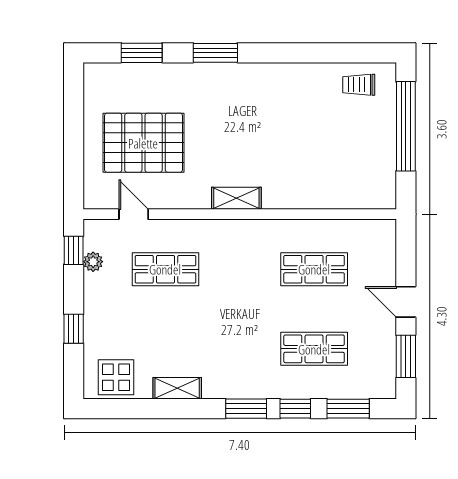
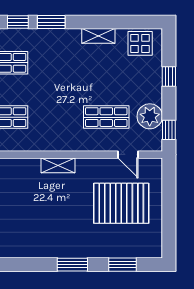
plant: (93, 262) -> (150, 116), width x1.87, depth x1.87

